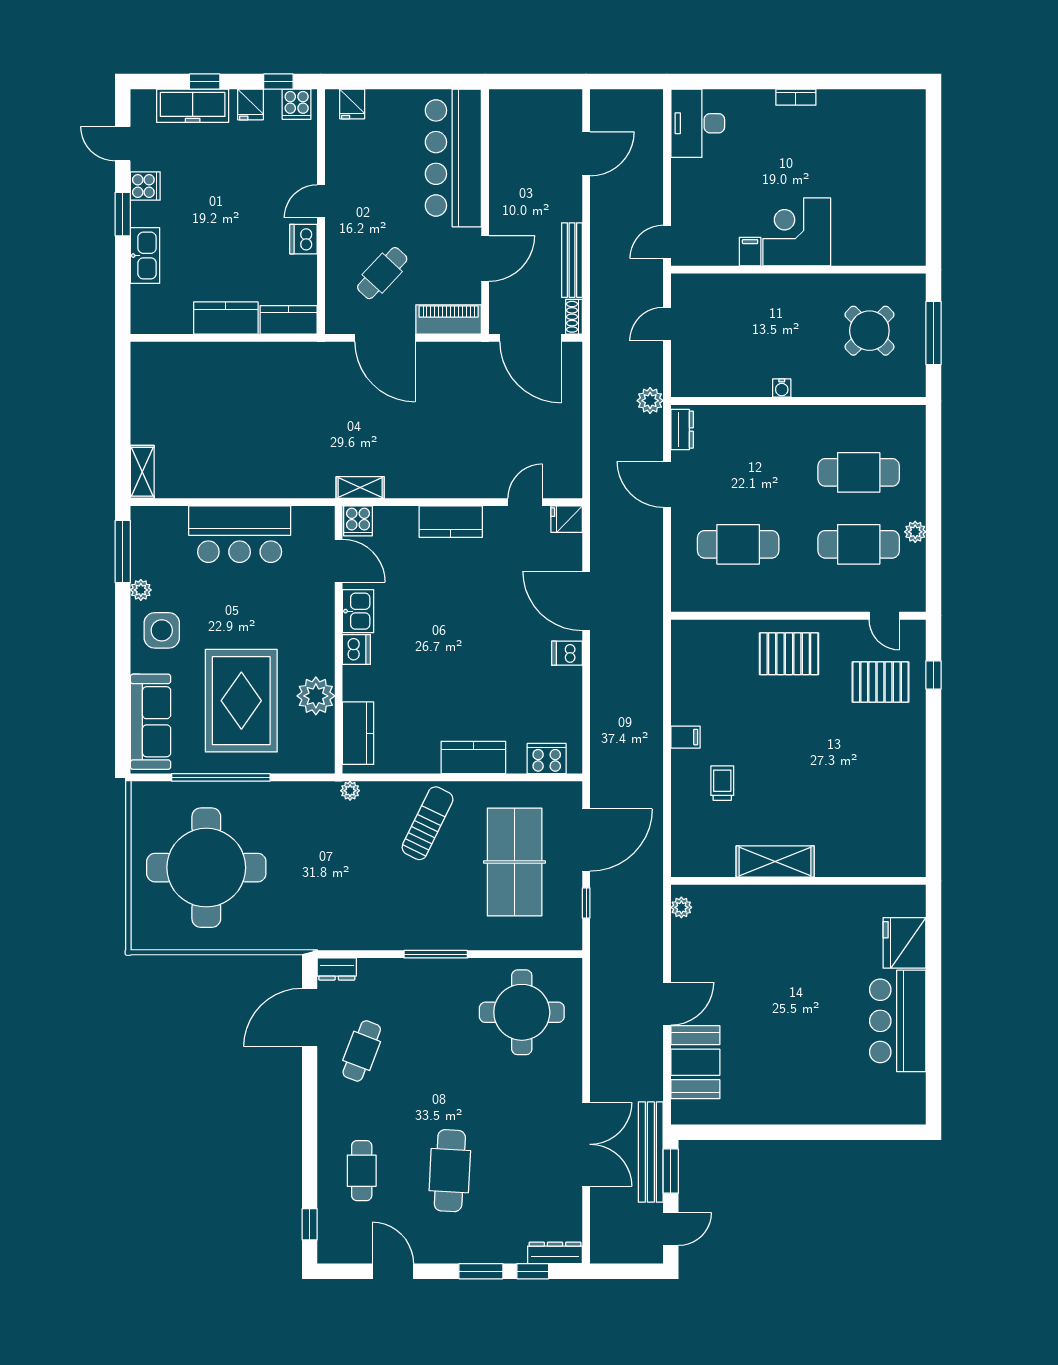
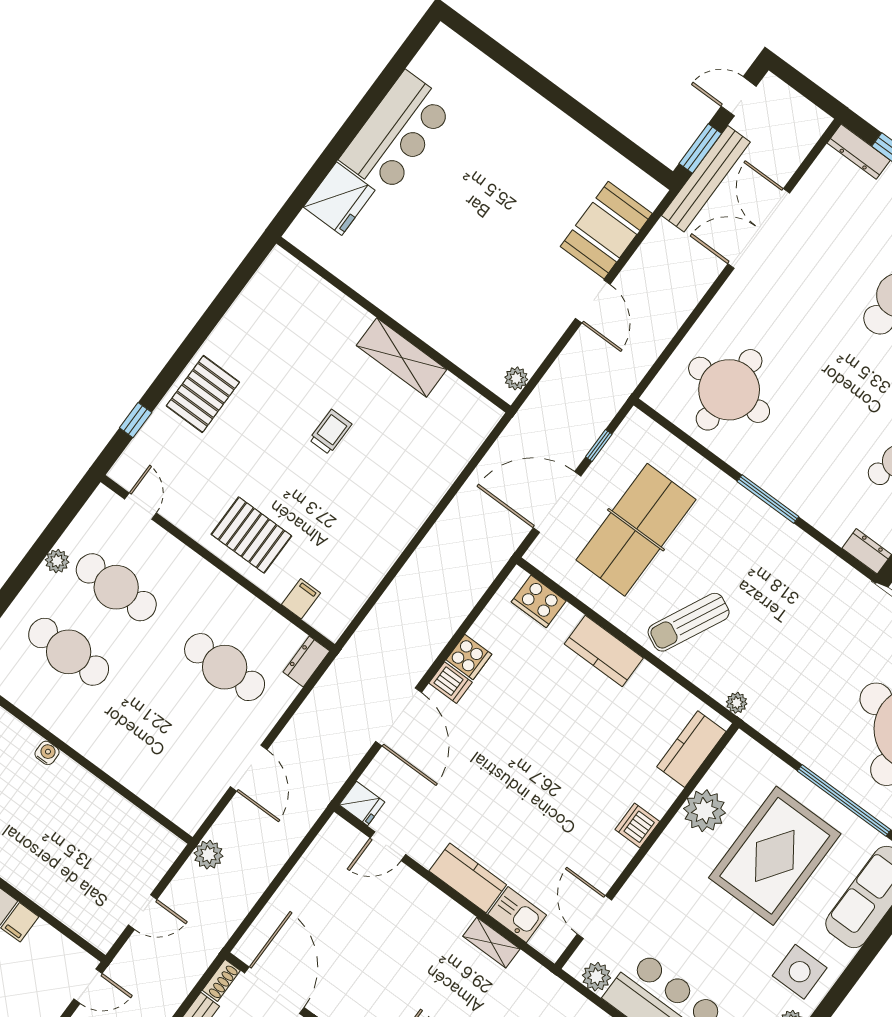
water cooler: (782, 388) -> (47, 753), moved
dresser: (682, 430) -> (306, 662), moved
shelving: (360, 487) -> (491, 943), moved
plant: (306, 519) -> (596, 977), added
cooker: (358, 521) -> (469, 657), moved, turned 90
kitchen sink: (358, 611) -> (517, 915), moved, turned 90
pallet: (880, 682) -> (203, 394), moved, turned 90
filing cabinet: (685, 737) -> (301, 599), moved, turned 90
trolley: (722, 783) -> (330, 432), moved, turned 180
door: (667, 1004) -> (593, 301), swing flipped

